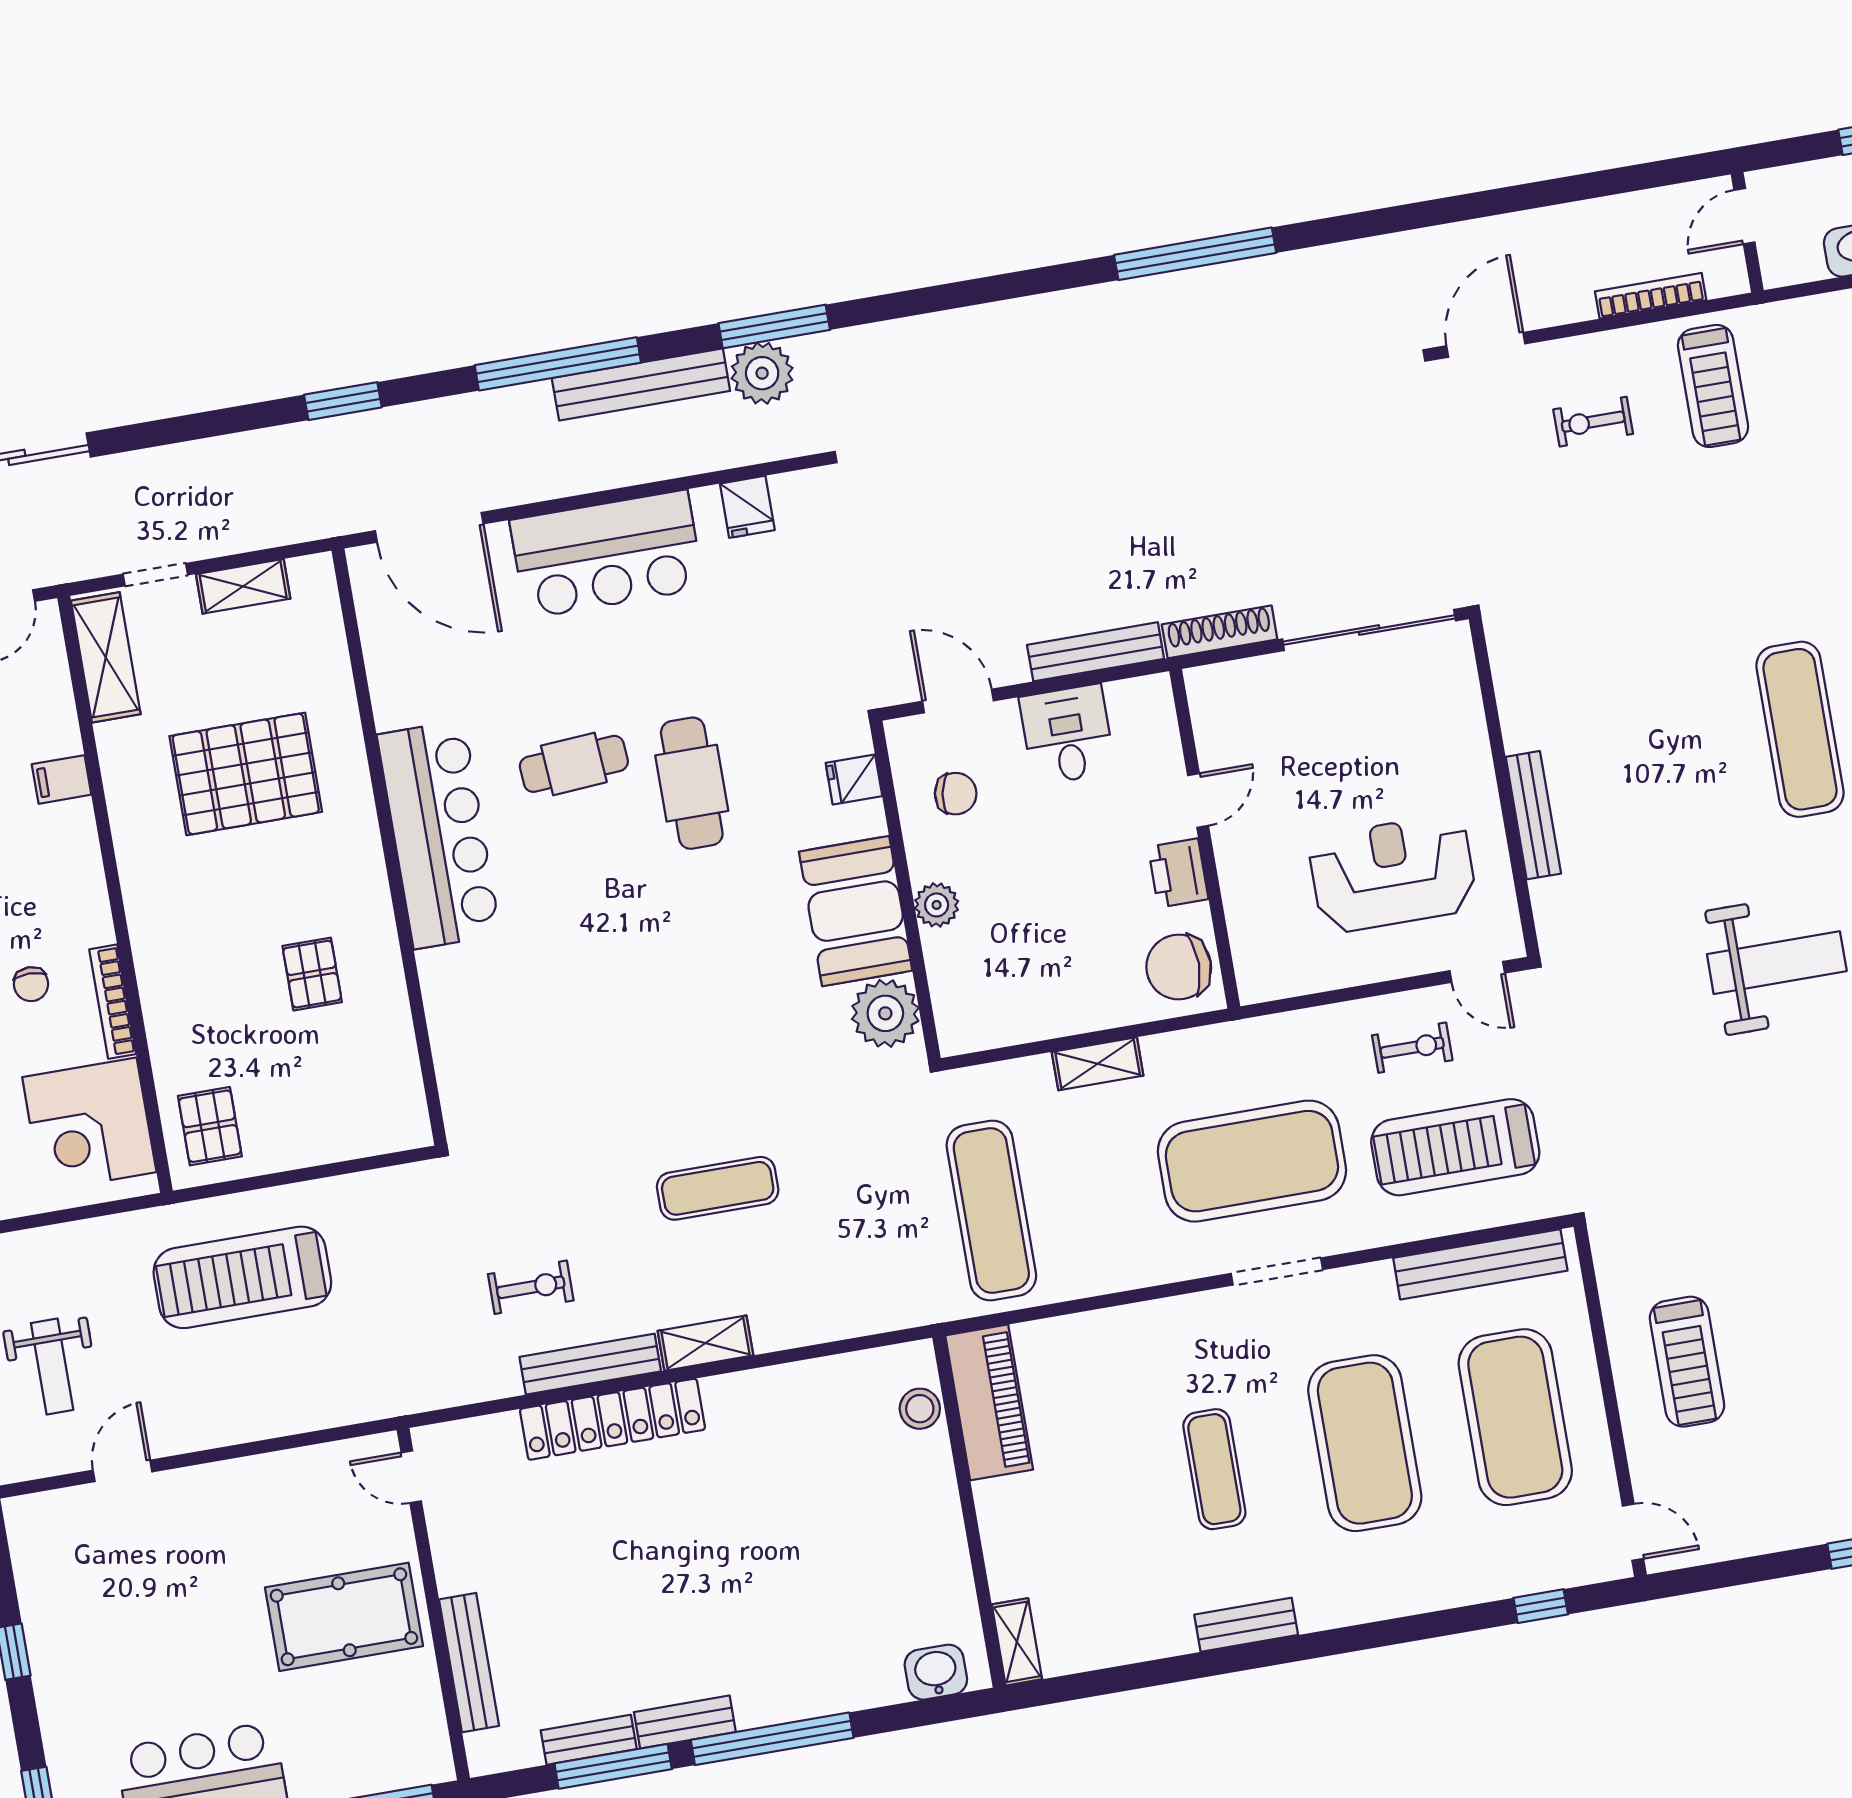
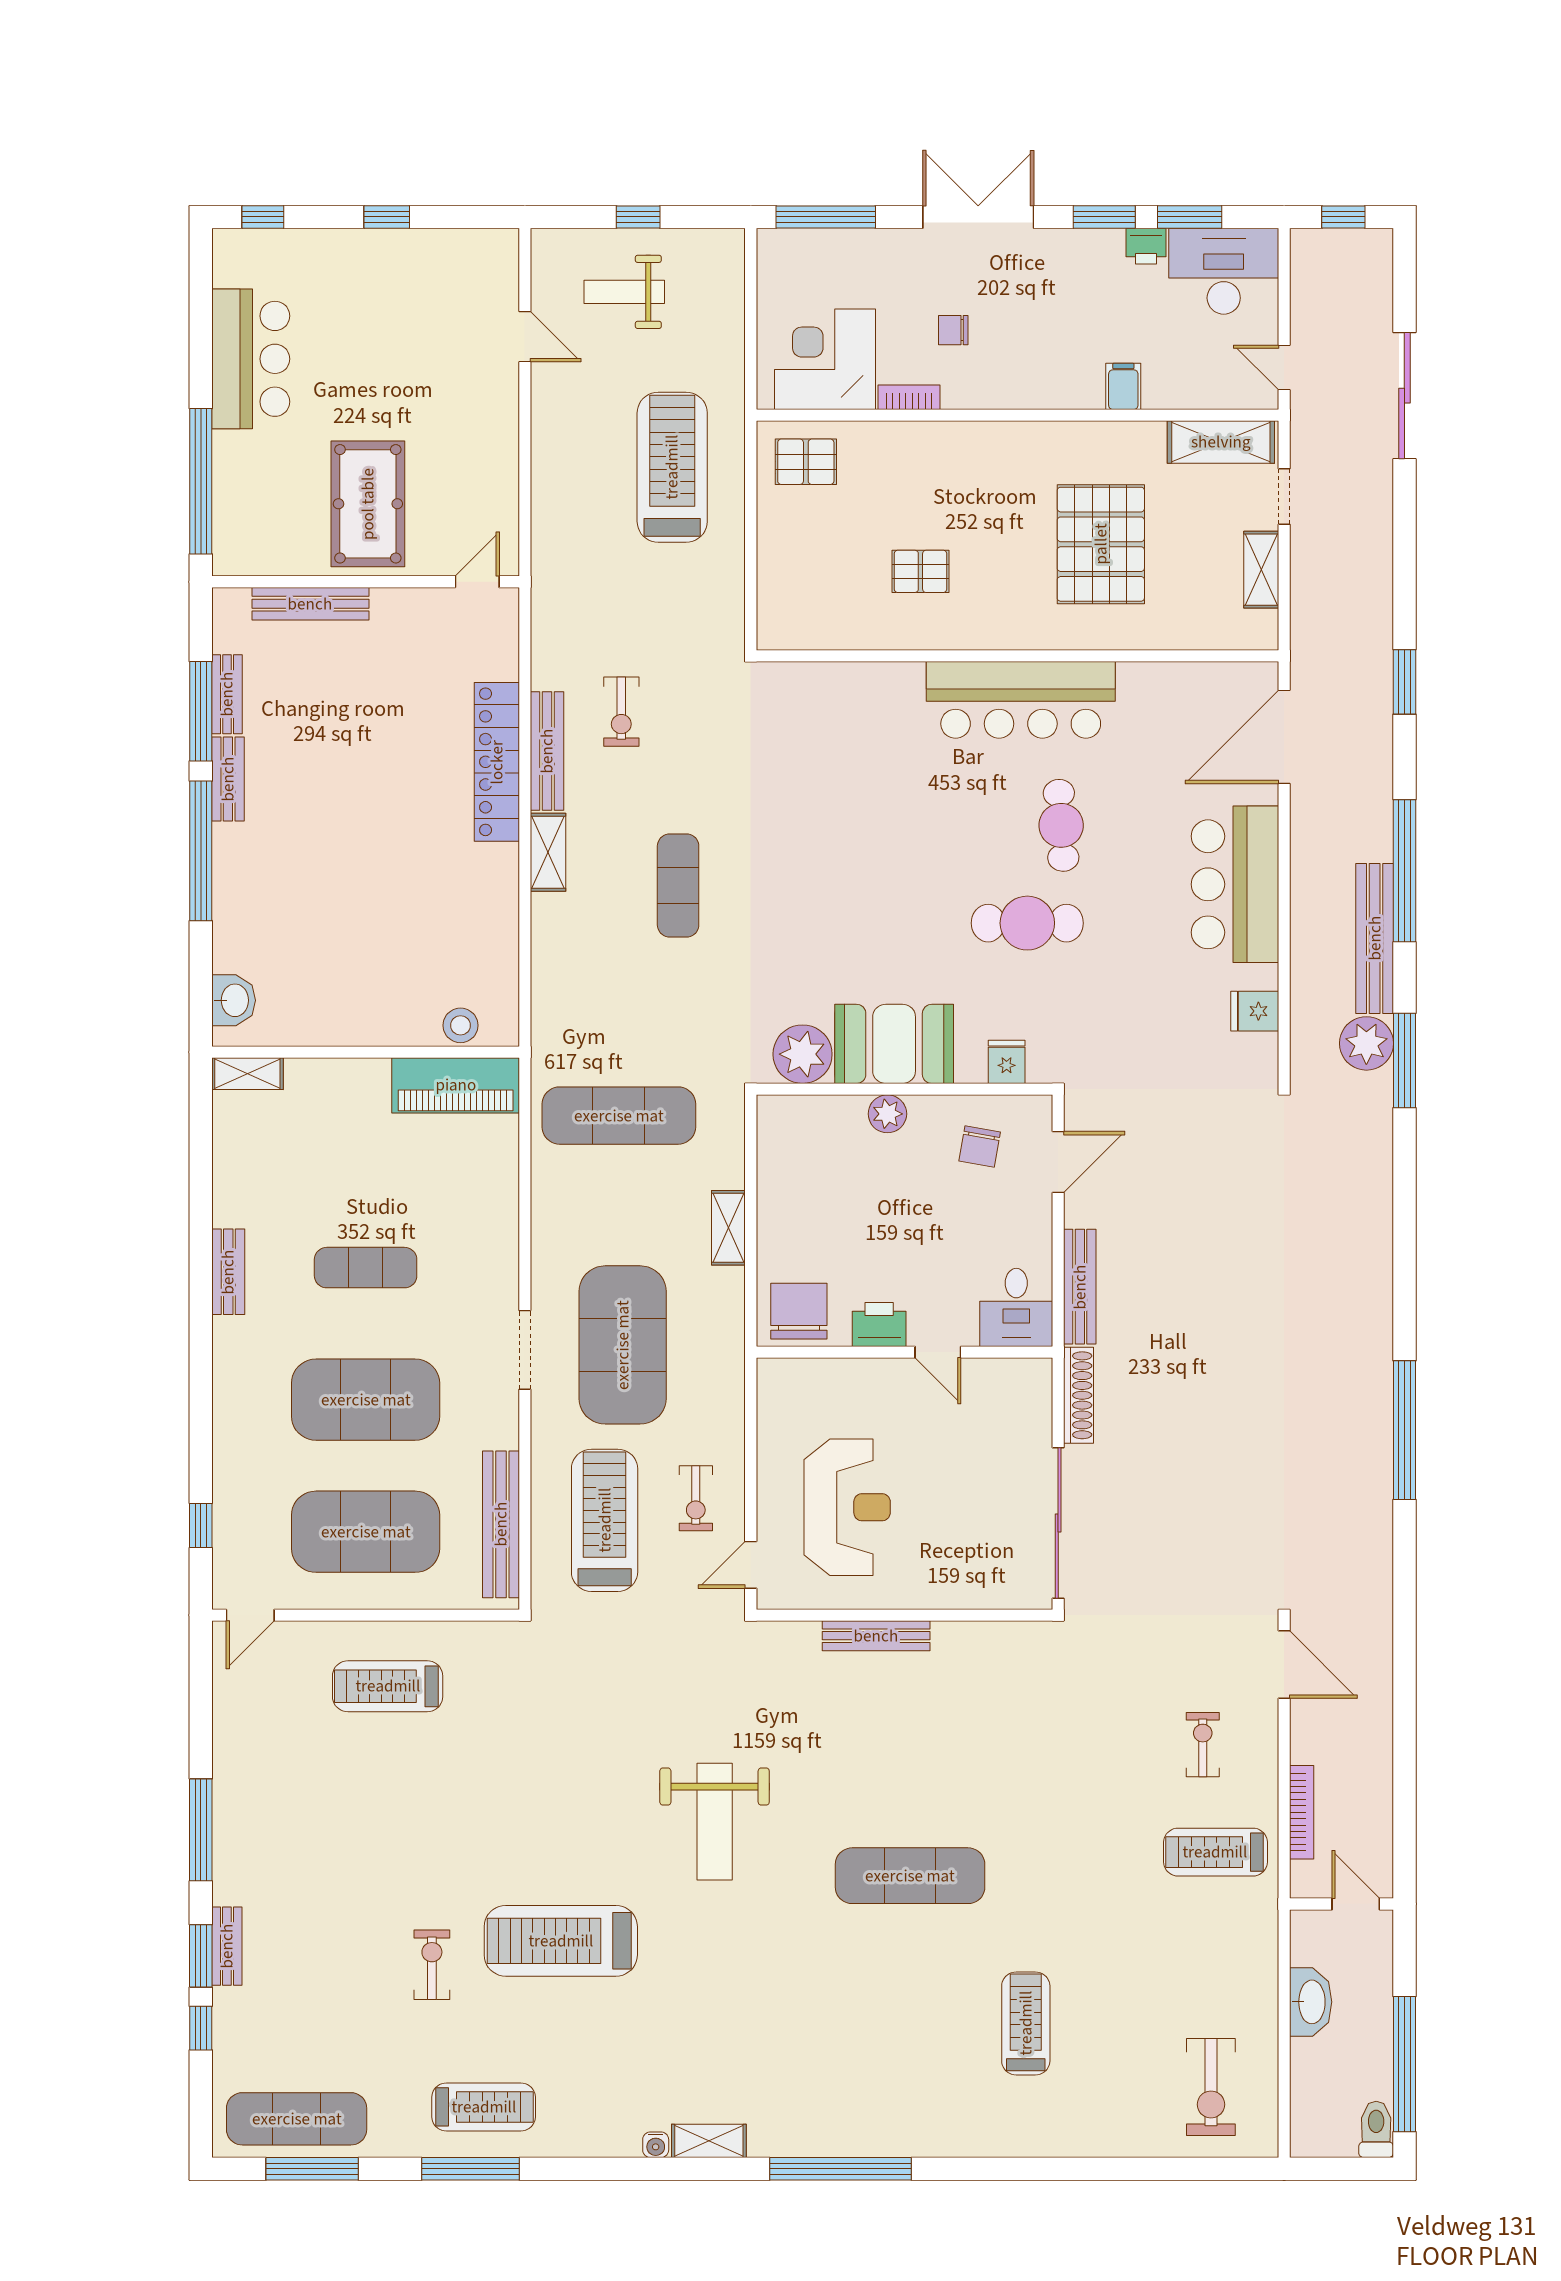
desk: (1067, 735) -> (1016, 1307), moved, turned 90
bookcase: (113, 1002) -> (909, 397), width x0.64

